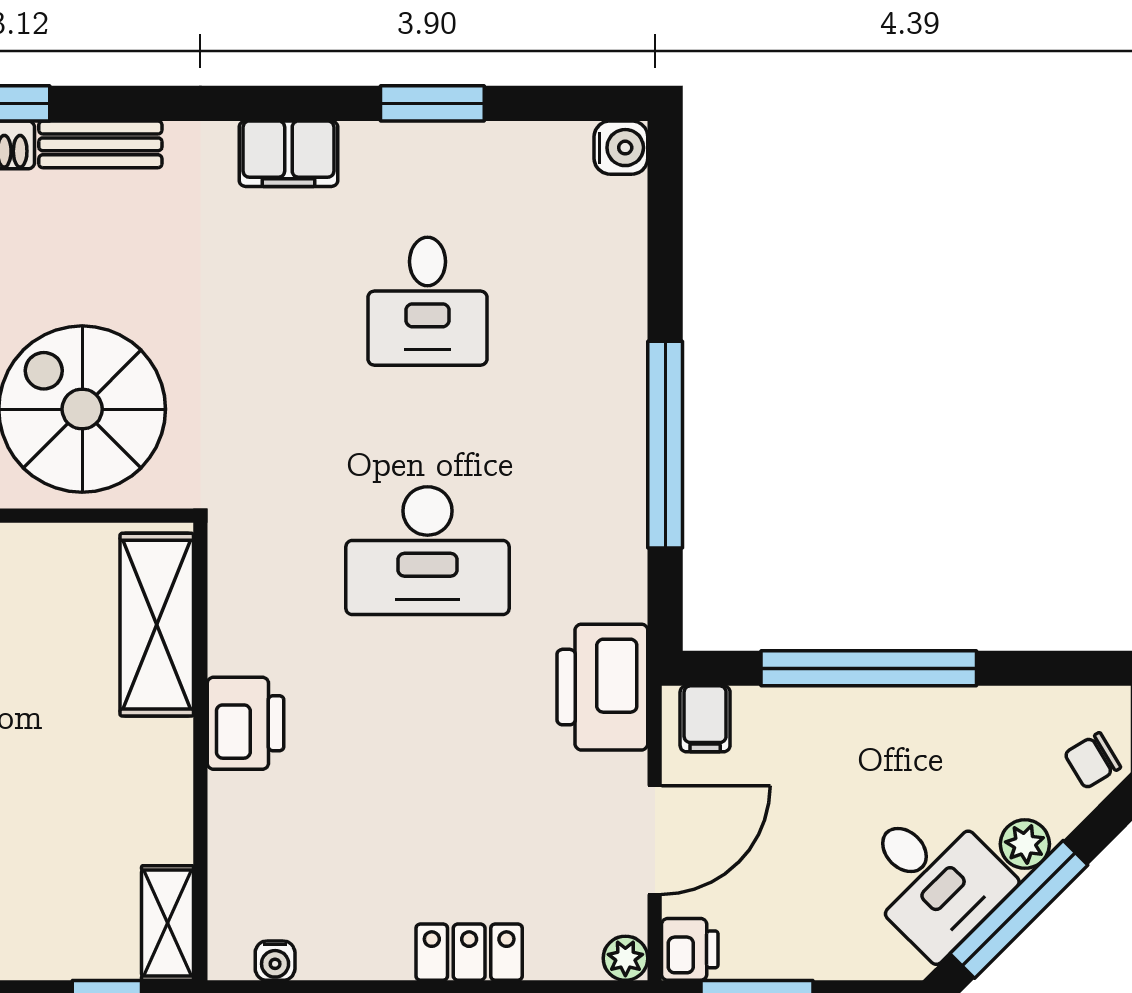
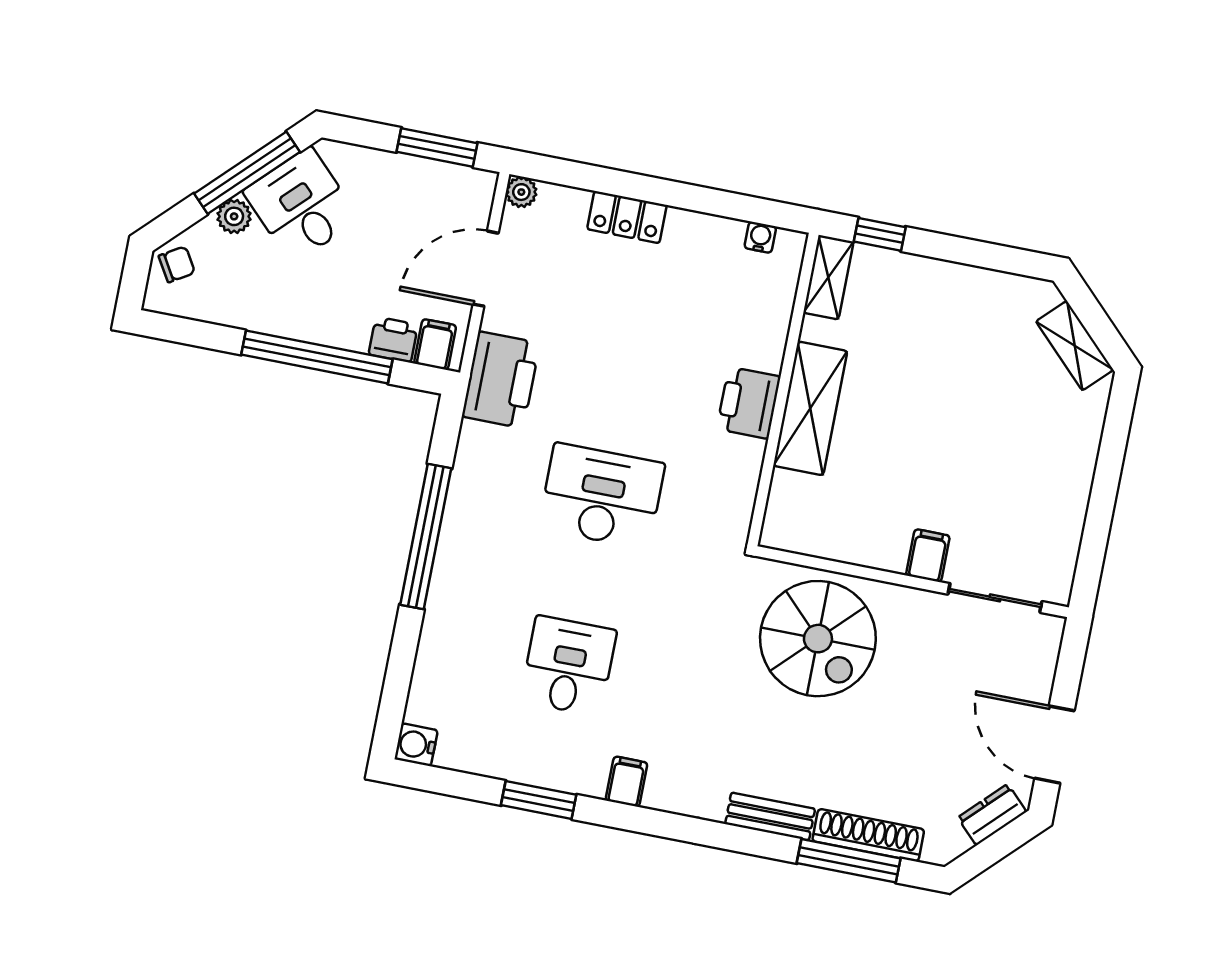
filing cabinet: (288, 154) -> (627, 782), width x0.50
shelving: (157, 625) -> (810, 408), moved
printer: (690, 949) -> (393, 340), moved, turned 90

